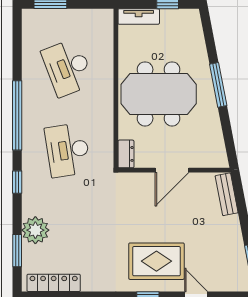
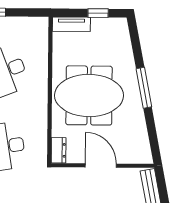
door: (172, 170) -> (101, 166), swing flipped

